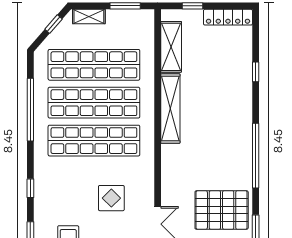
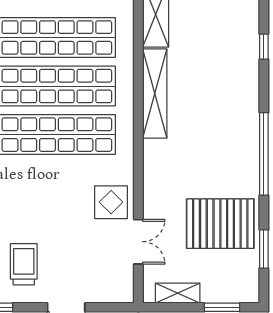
display table: (111, 198) -> (111, 202), moved

